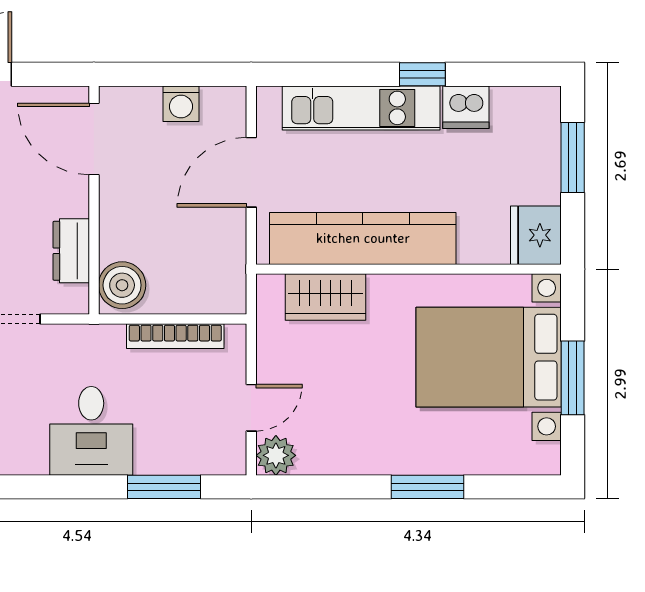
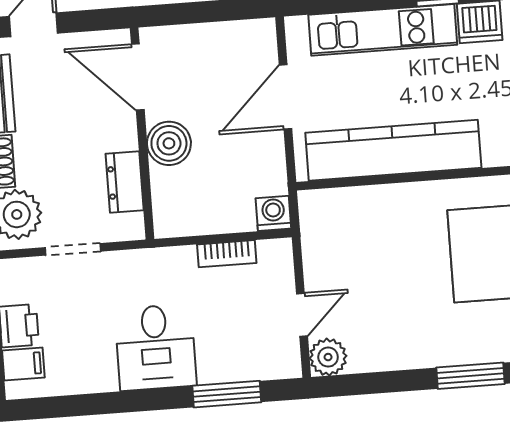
washing machine: (181, 104) -> (273, 213), moved, turned 180
boiler: (122, 285) -> (169, 143), moved
wardrobe: (325, 297) -> (363, 207), removed
bookcase: (175, 336) -> (227, 254), width x0.64

